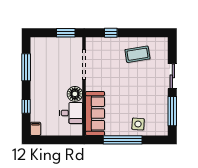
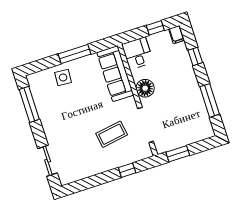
coffee table: (137, 54) -> (112, 134), moved
sliding door: (172, 76) -> (48, 161), moved
desk: (71, 113) -> (137, 53), moved, turned 90
window: (51, 140) -> (155, 28), added
window: (123, 140) -> (75, 54), width x0.68

